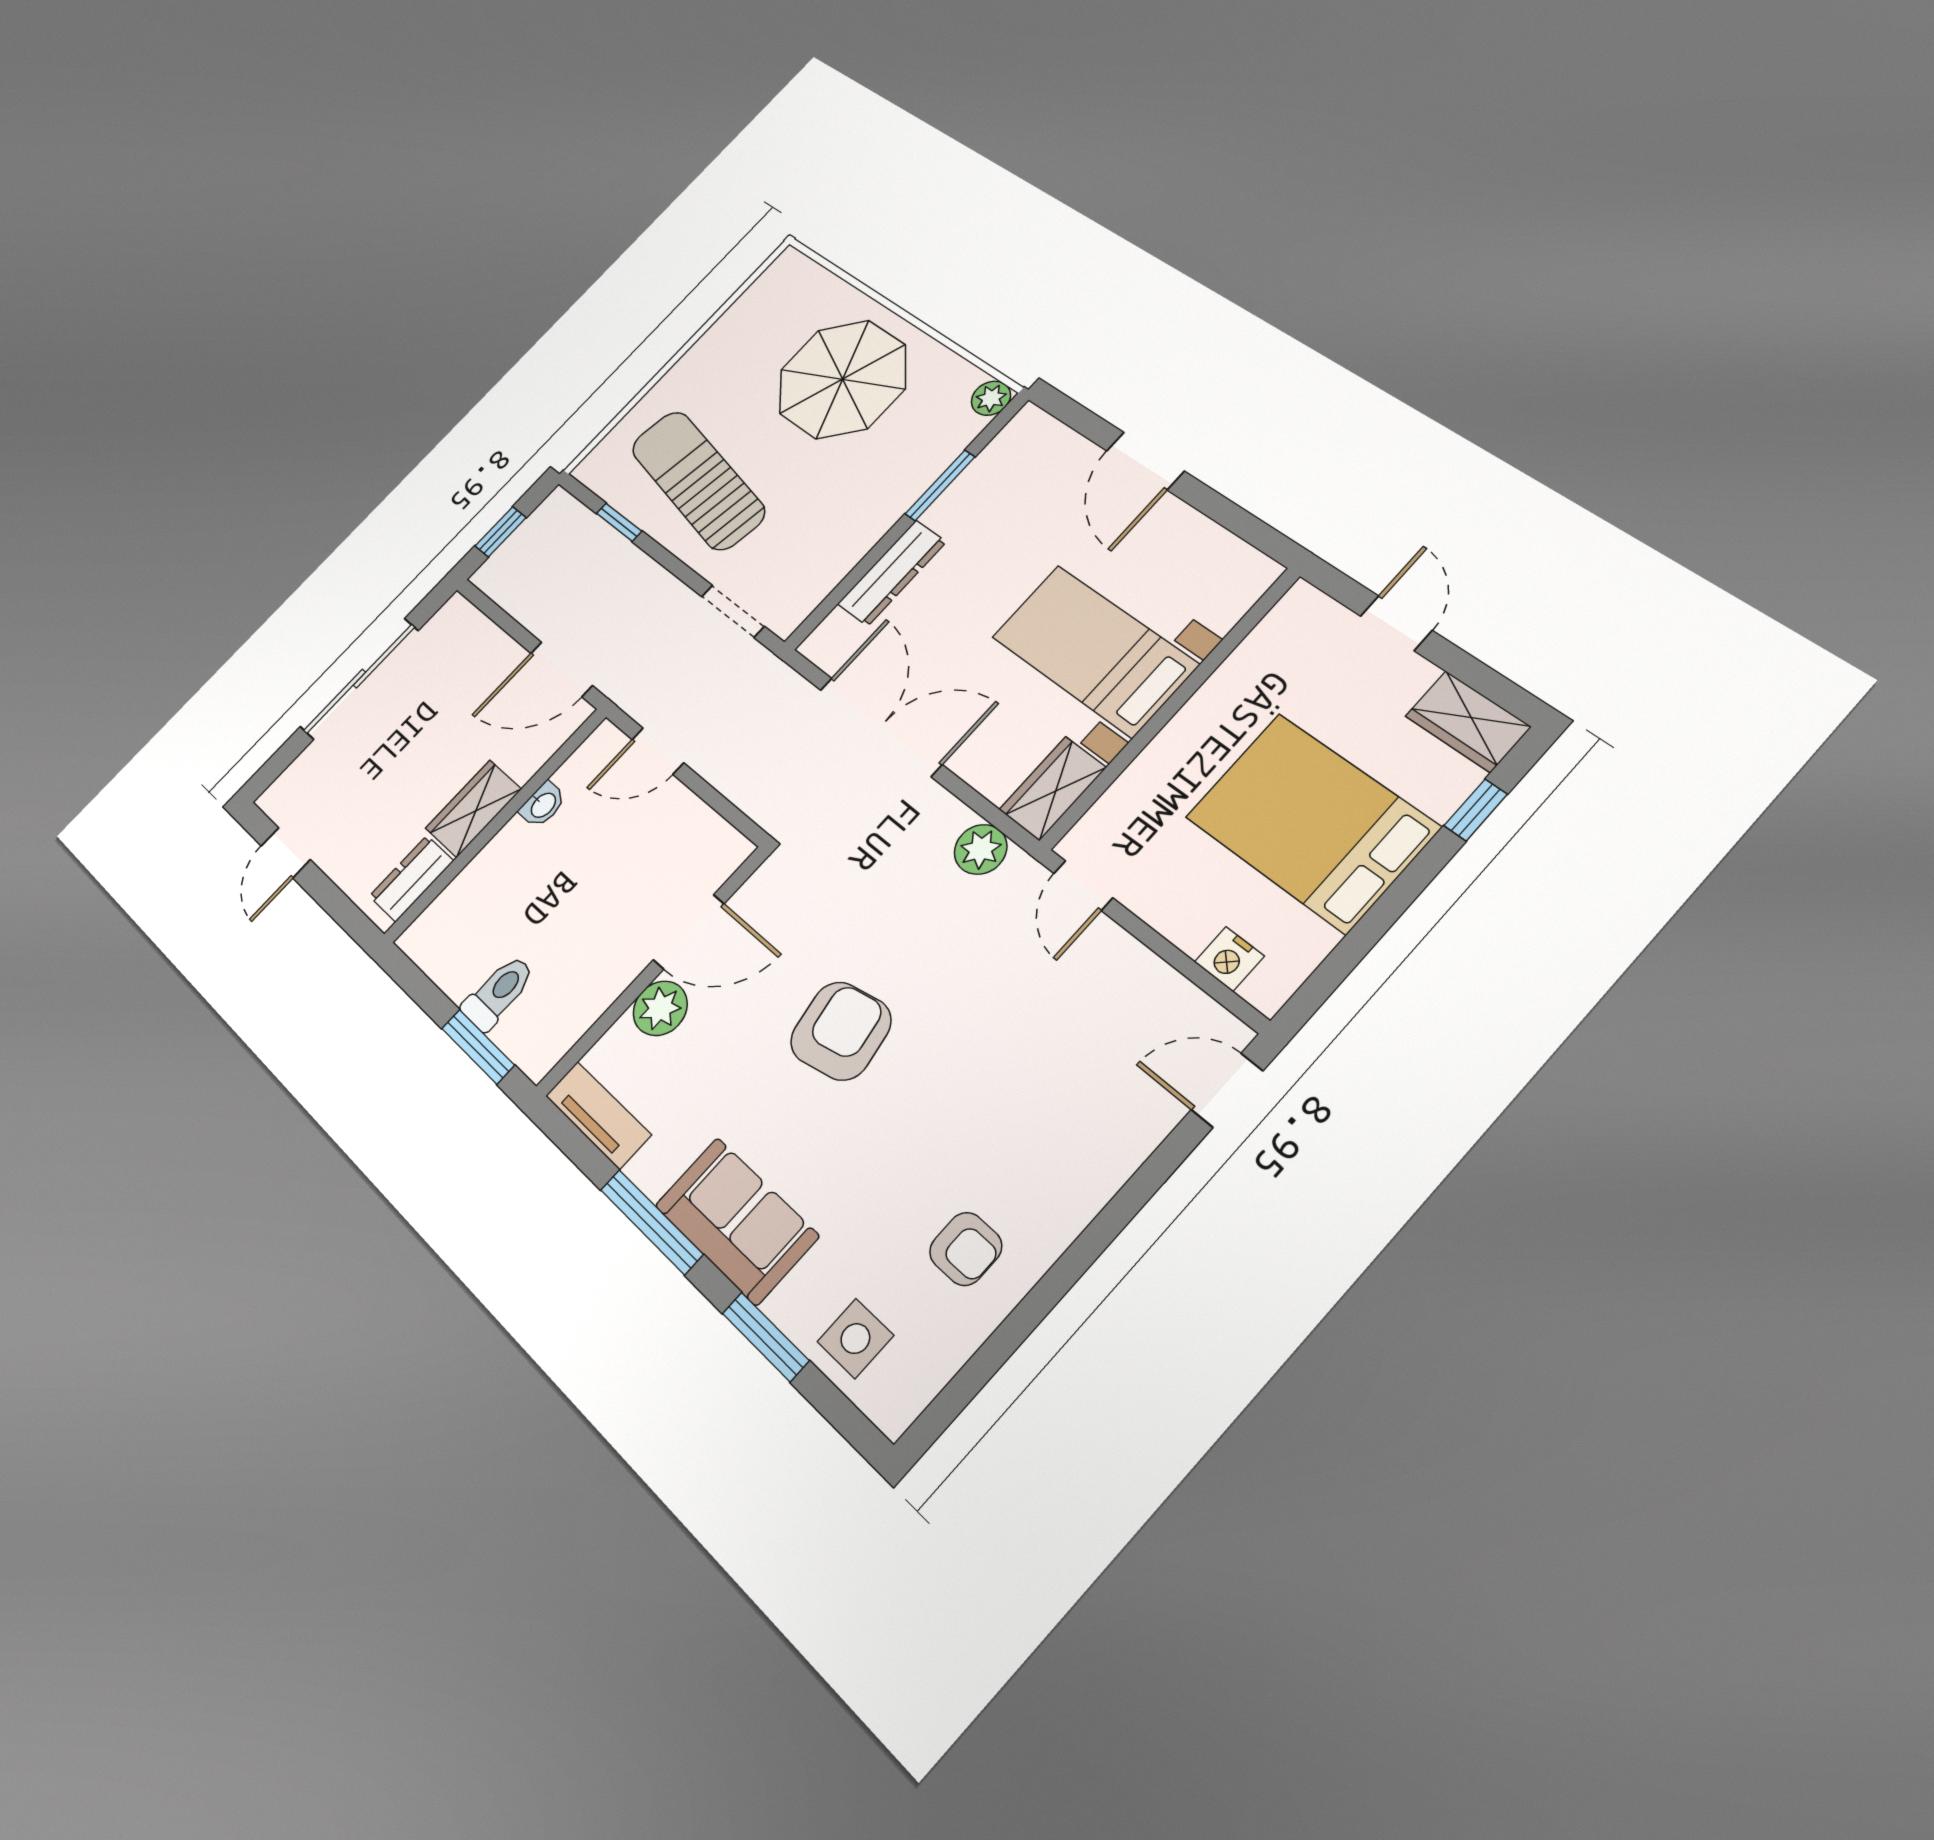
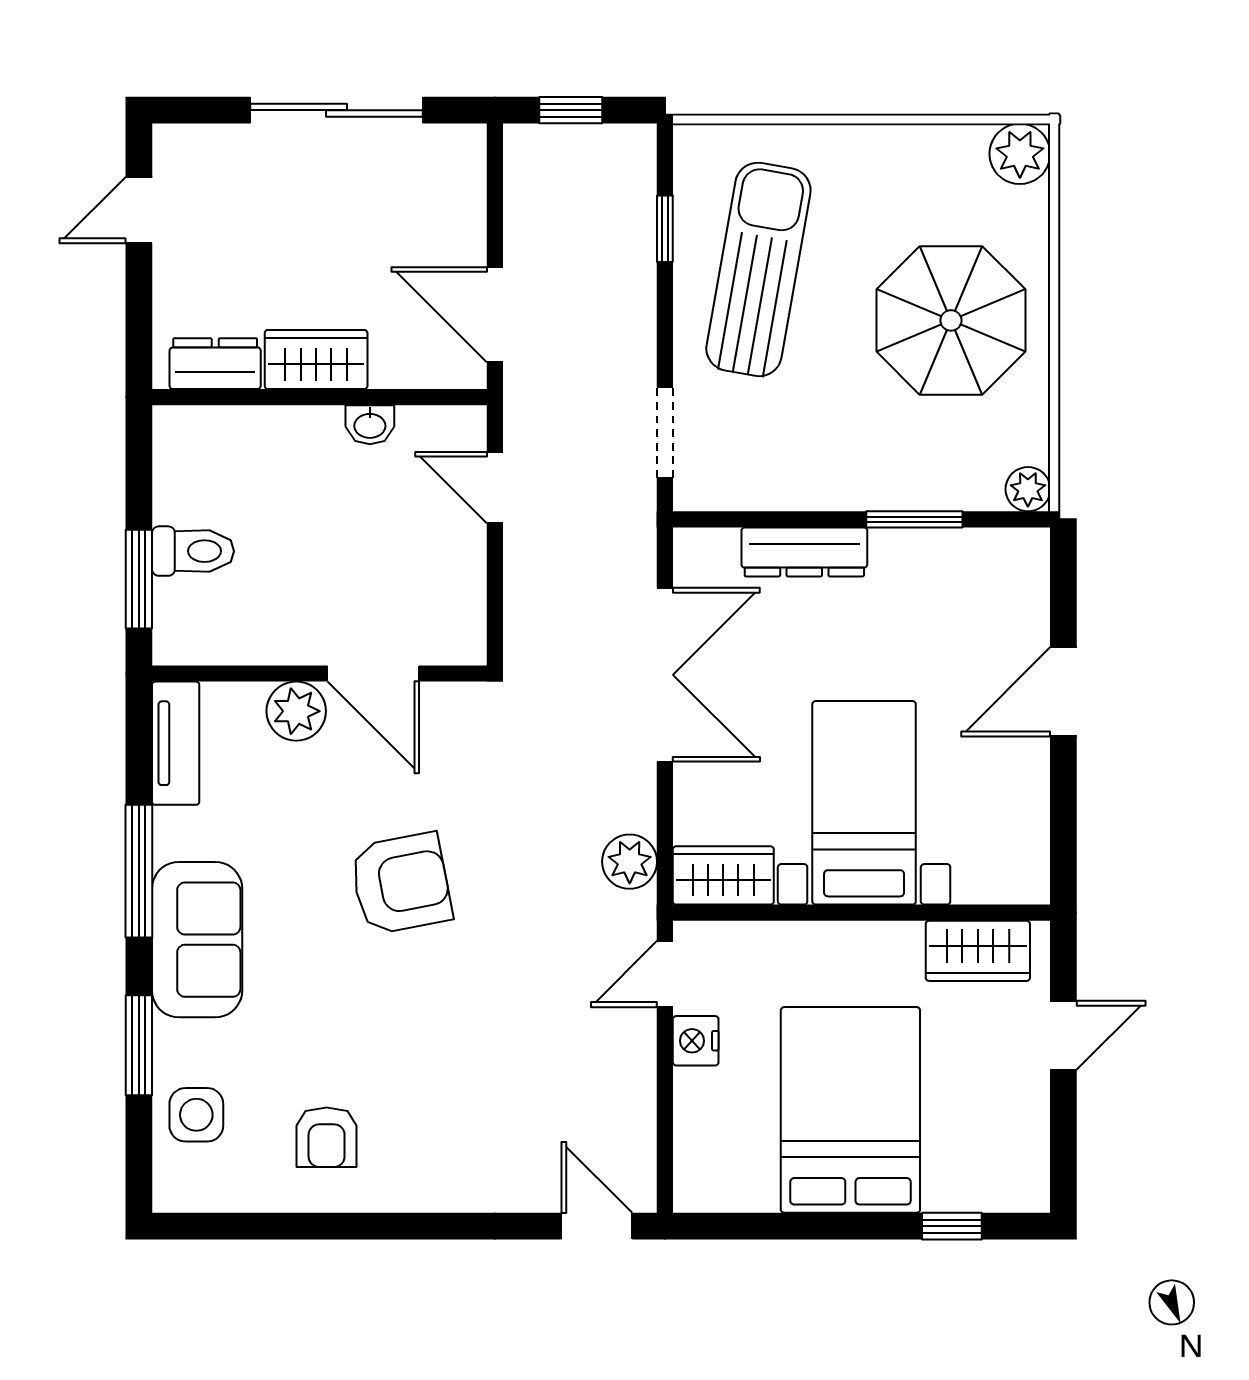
plant: (789, 273) -> (1020, 154), added
wardrobe: (1468, 721) -> (978, 951), moved, turned -90
nightstand: (1229, 959) -> (696, 1041), moved

